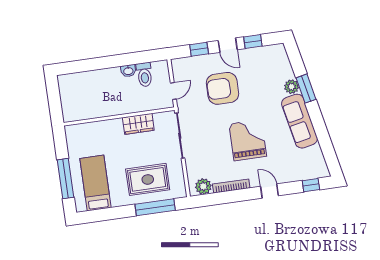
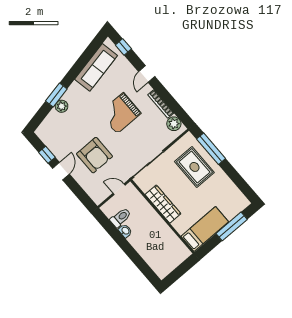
window: (199, 49) -> (77, 190), removed
sofa: (300, 121) -> (96, 67), moved
wardrobe: (138, 124) -> (163, 204), width x1.50
bed: (95, 183) -> (205, 229), moved, turned 180

